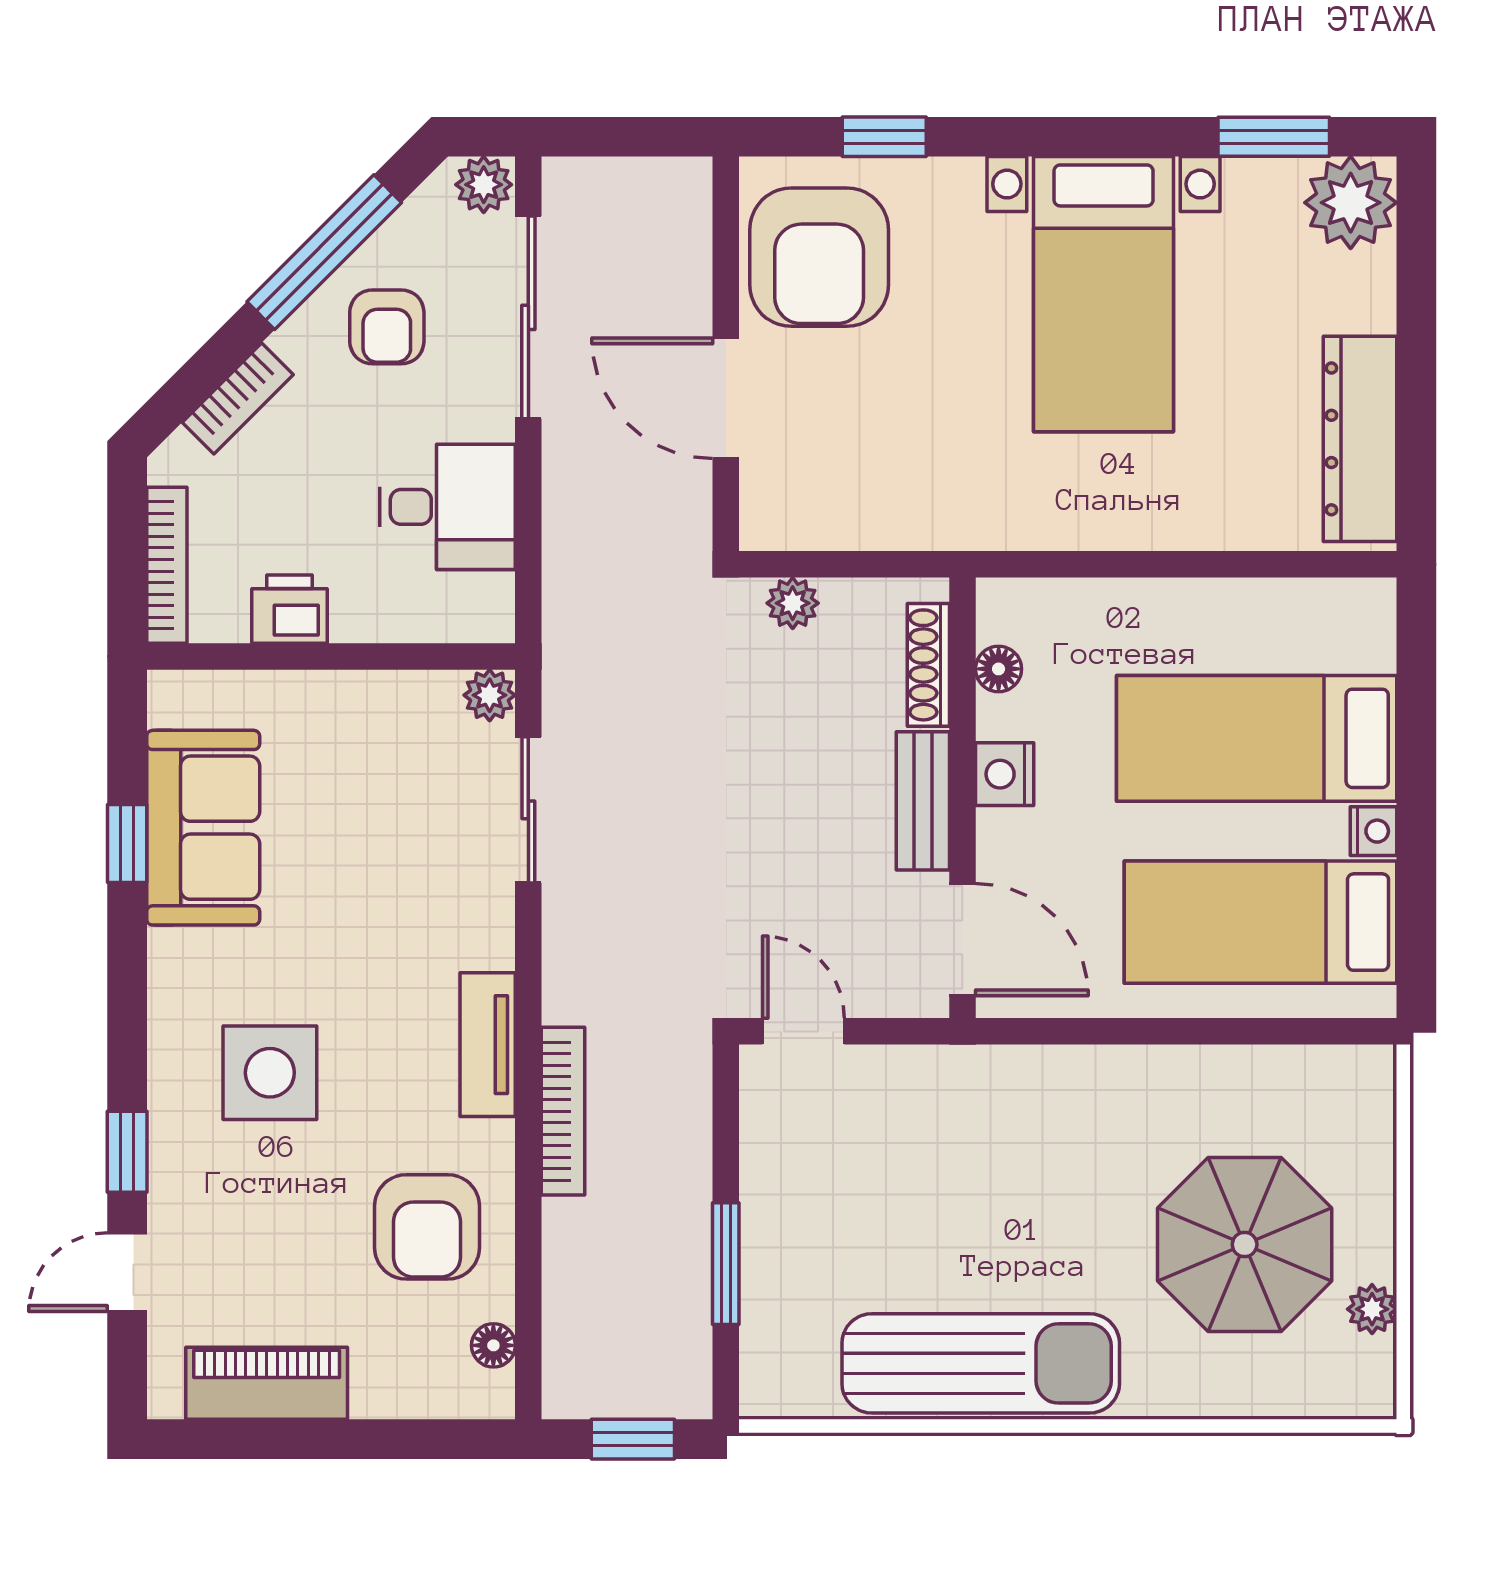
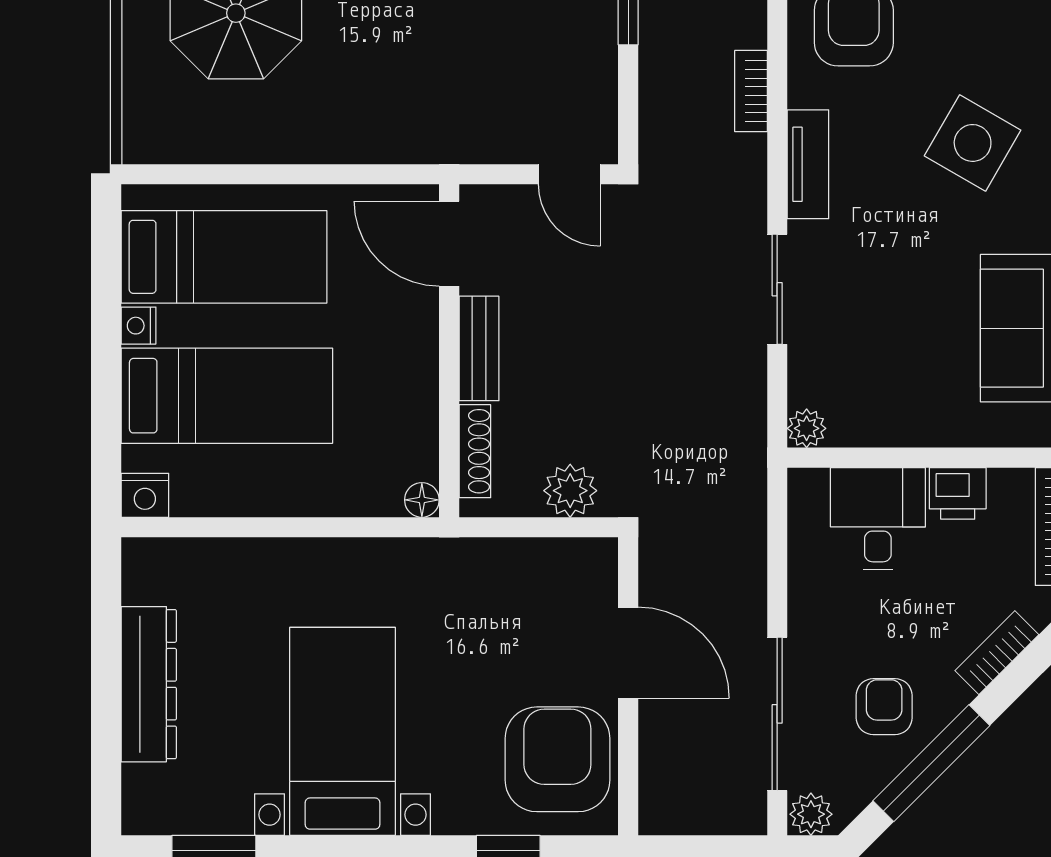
plant: (1351, 203) -> (156, 801), removed
dresser: (1360, 439) -> (149, 684), moved
desk: (447, 507) -> (878, 519), moved, turned 90
plant: (793, 603) -> (570, 491), width x1.38, depth x1.38
floor lamp: (999, 669) -> (422, 500), moved
nightstand: (1005, 774) -> (145, 495), moved, turned 90
sliding door: (528, 810) -> (777, 289), moved
side table: (270, 1073) -> (973, 143), turned 30
bookcase: (563, 1111) -> (751, 91), width x0.64

